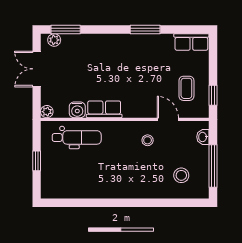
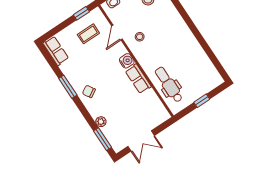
plant: (54, 40) -> (101, 122), moved
chair: (125, 48) -> (89, 91), added
water cooler: (77, 110) -> (127, 61), moved
plant: (47, 112) -> (165, 116), removed

